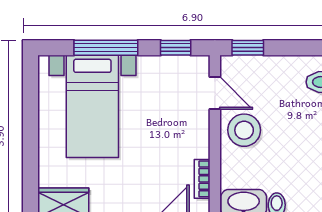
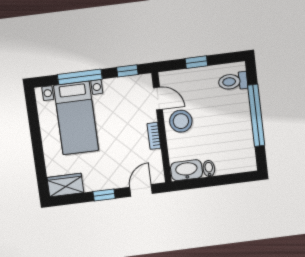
window: (248, 48) -> (196, 62), moved
bookcase: (202, 179) -> (154, 136), moved

